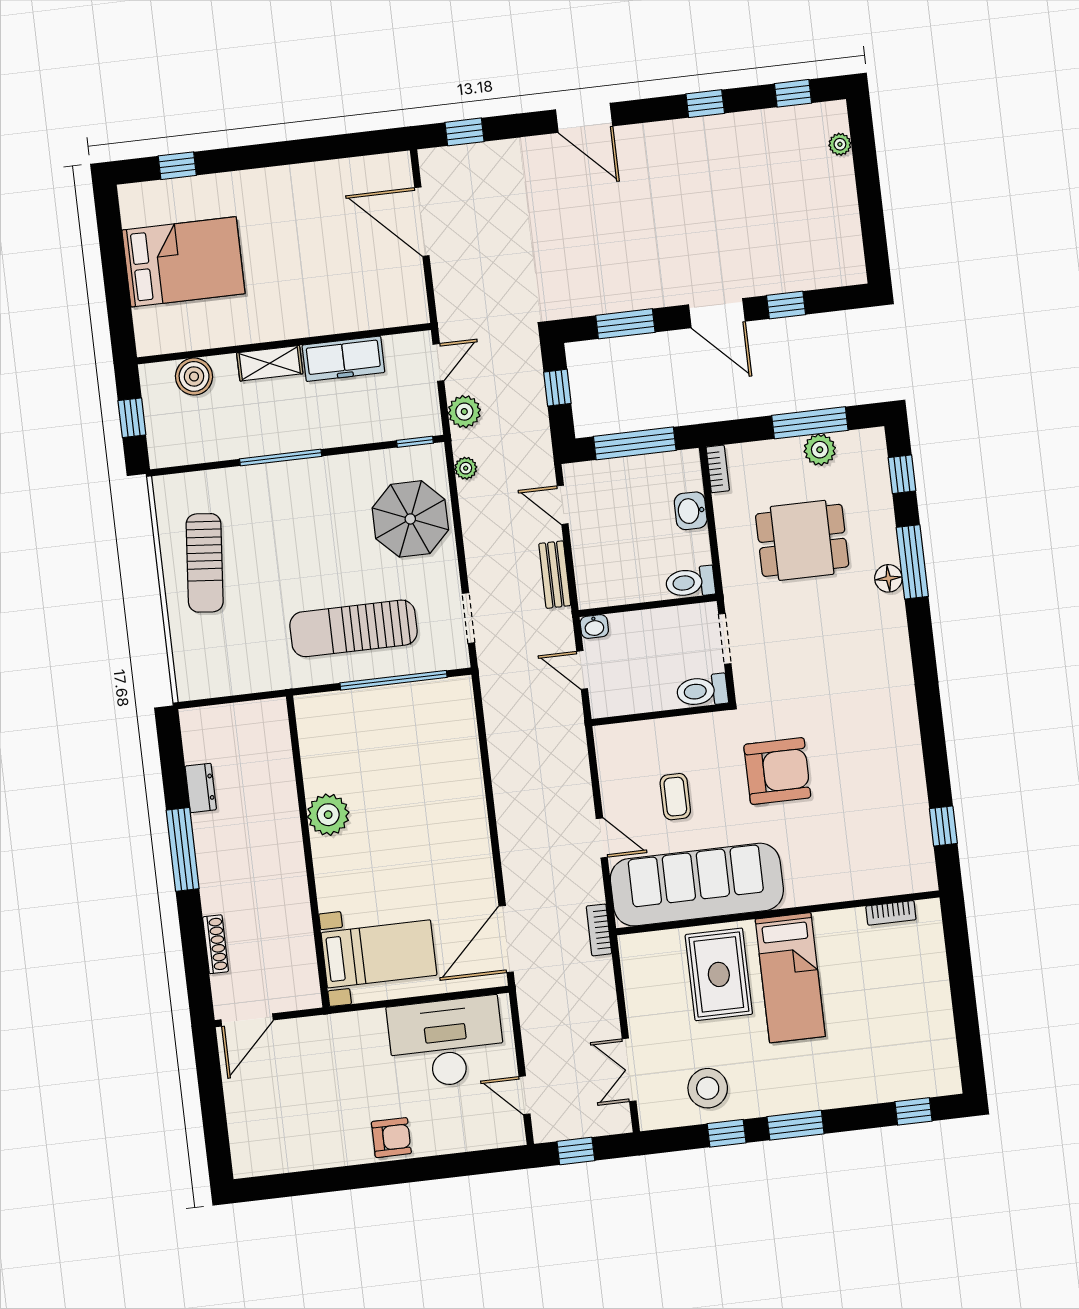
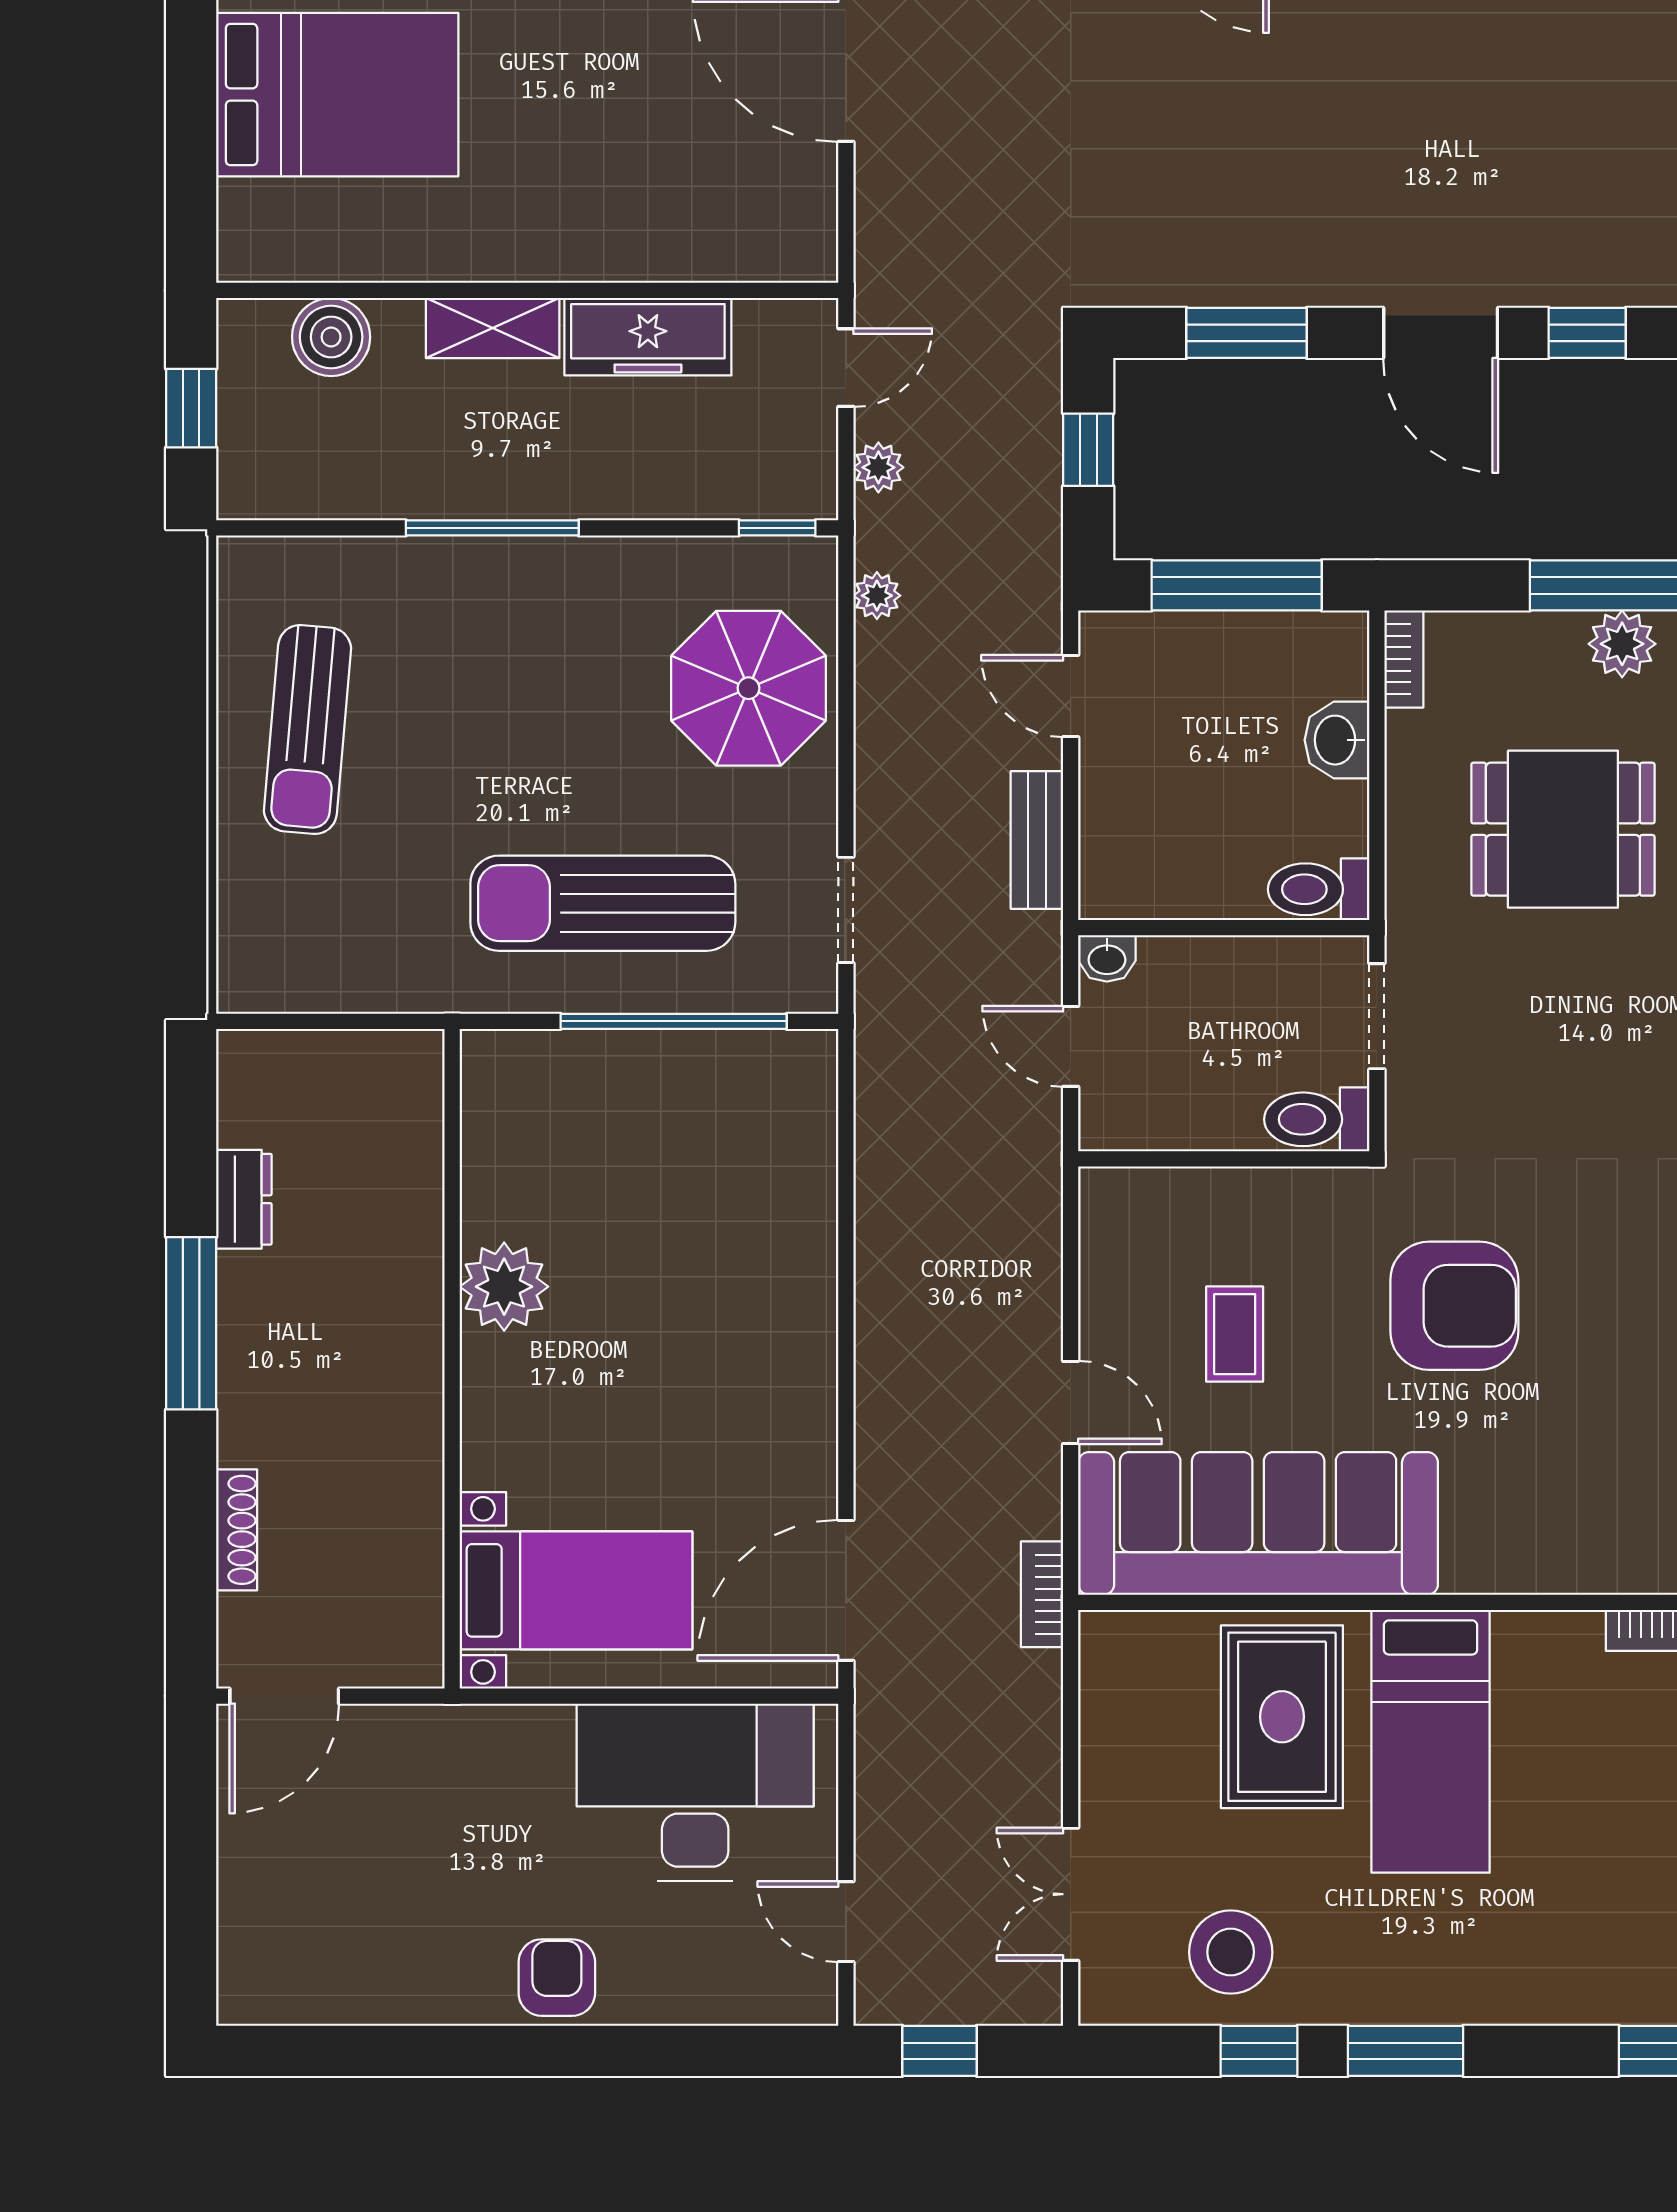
plant: (464, 412) -> (878, 467), width x0.73, depth x0.73
armchair: (391, 1138) -> (557, 1978), turned -90

